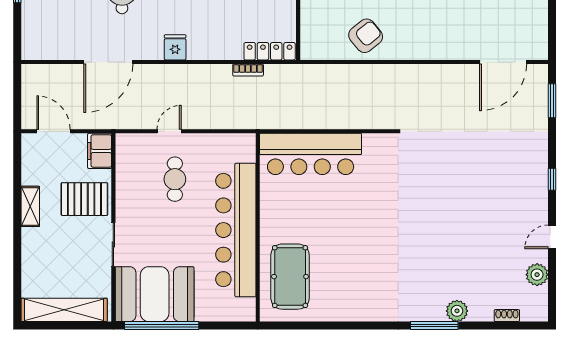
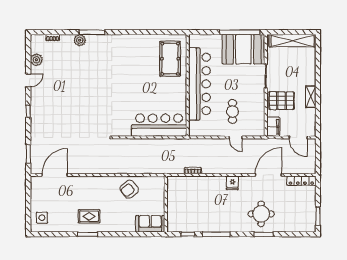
locker: (270, 51) -> (301, 181), moved
door: (169, 131) -> (236, 137), hinge flipped

